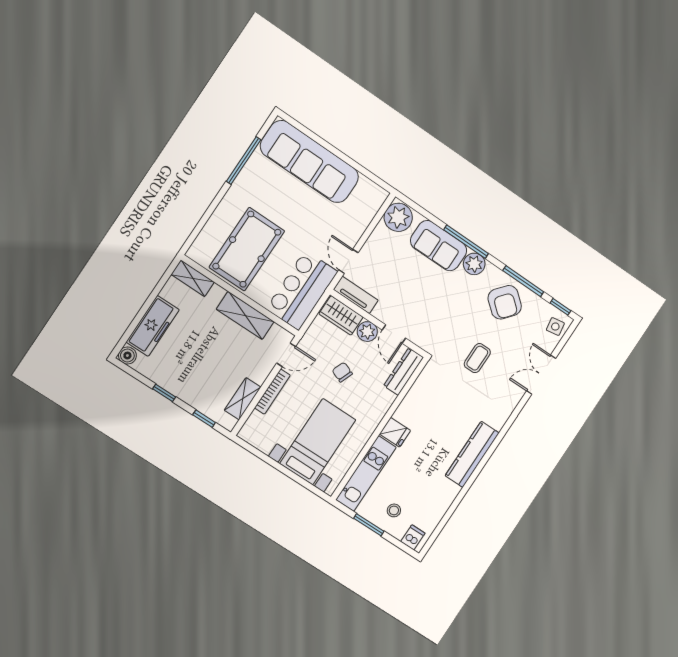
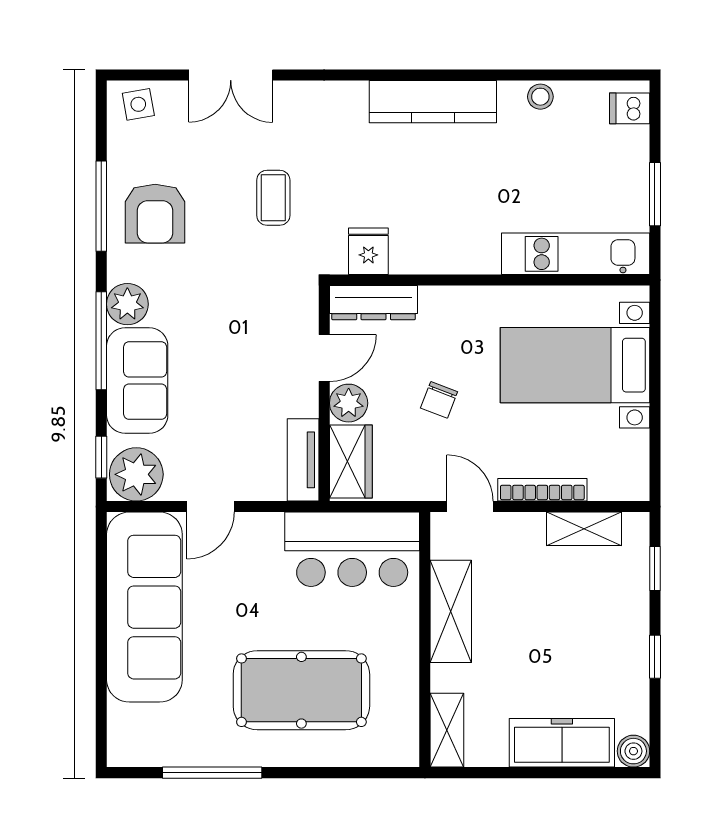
sofa: (309, 162) -> (144, 607), moved
pool table: (247, 249) -> (301, 690), moved
door: (349, 261) -> (210, 507), moved
armchair: (505, 302) -> (155, 214), turned 140
window: (560, 307) -> (101, 457), moved
coffee table: (477, 358) -> (273, 198), turned 90
fridge: (395, 432) -> (368, 251), moved
stool: (394, 510) -> (540, 97), moved

